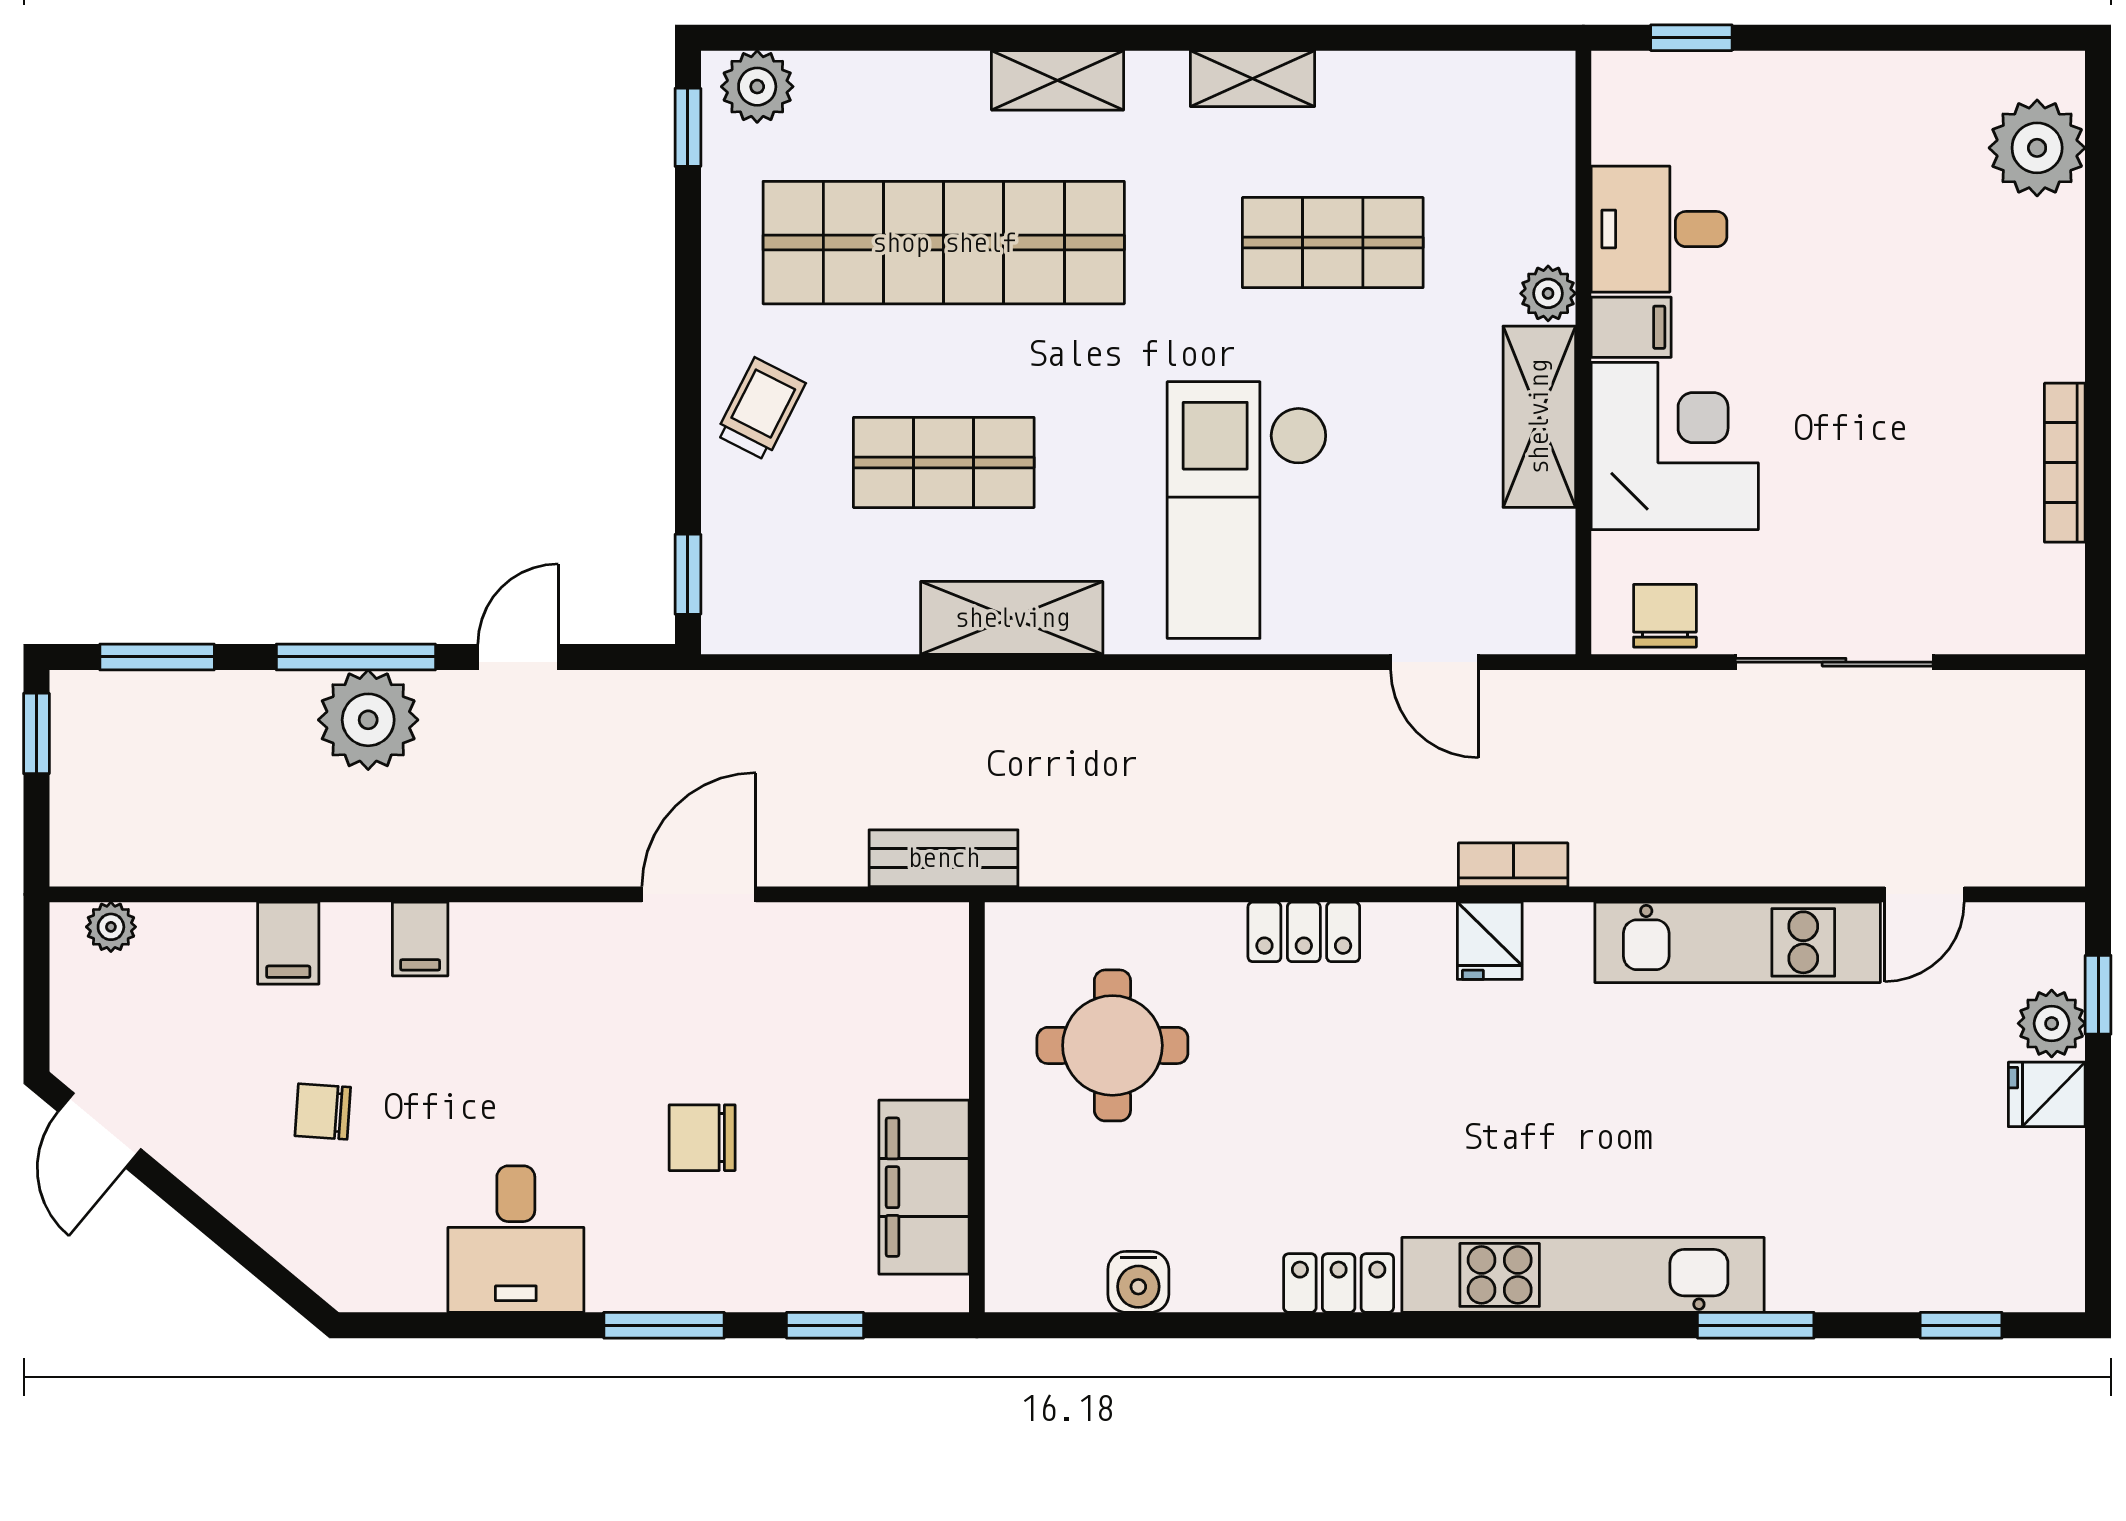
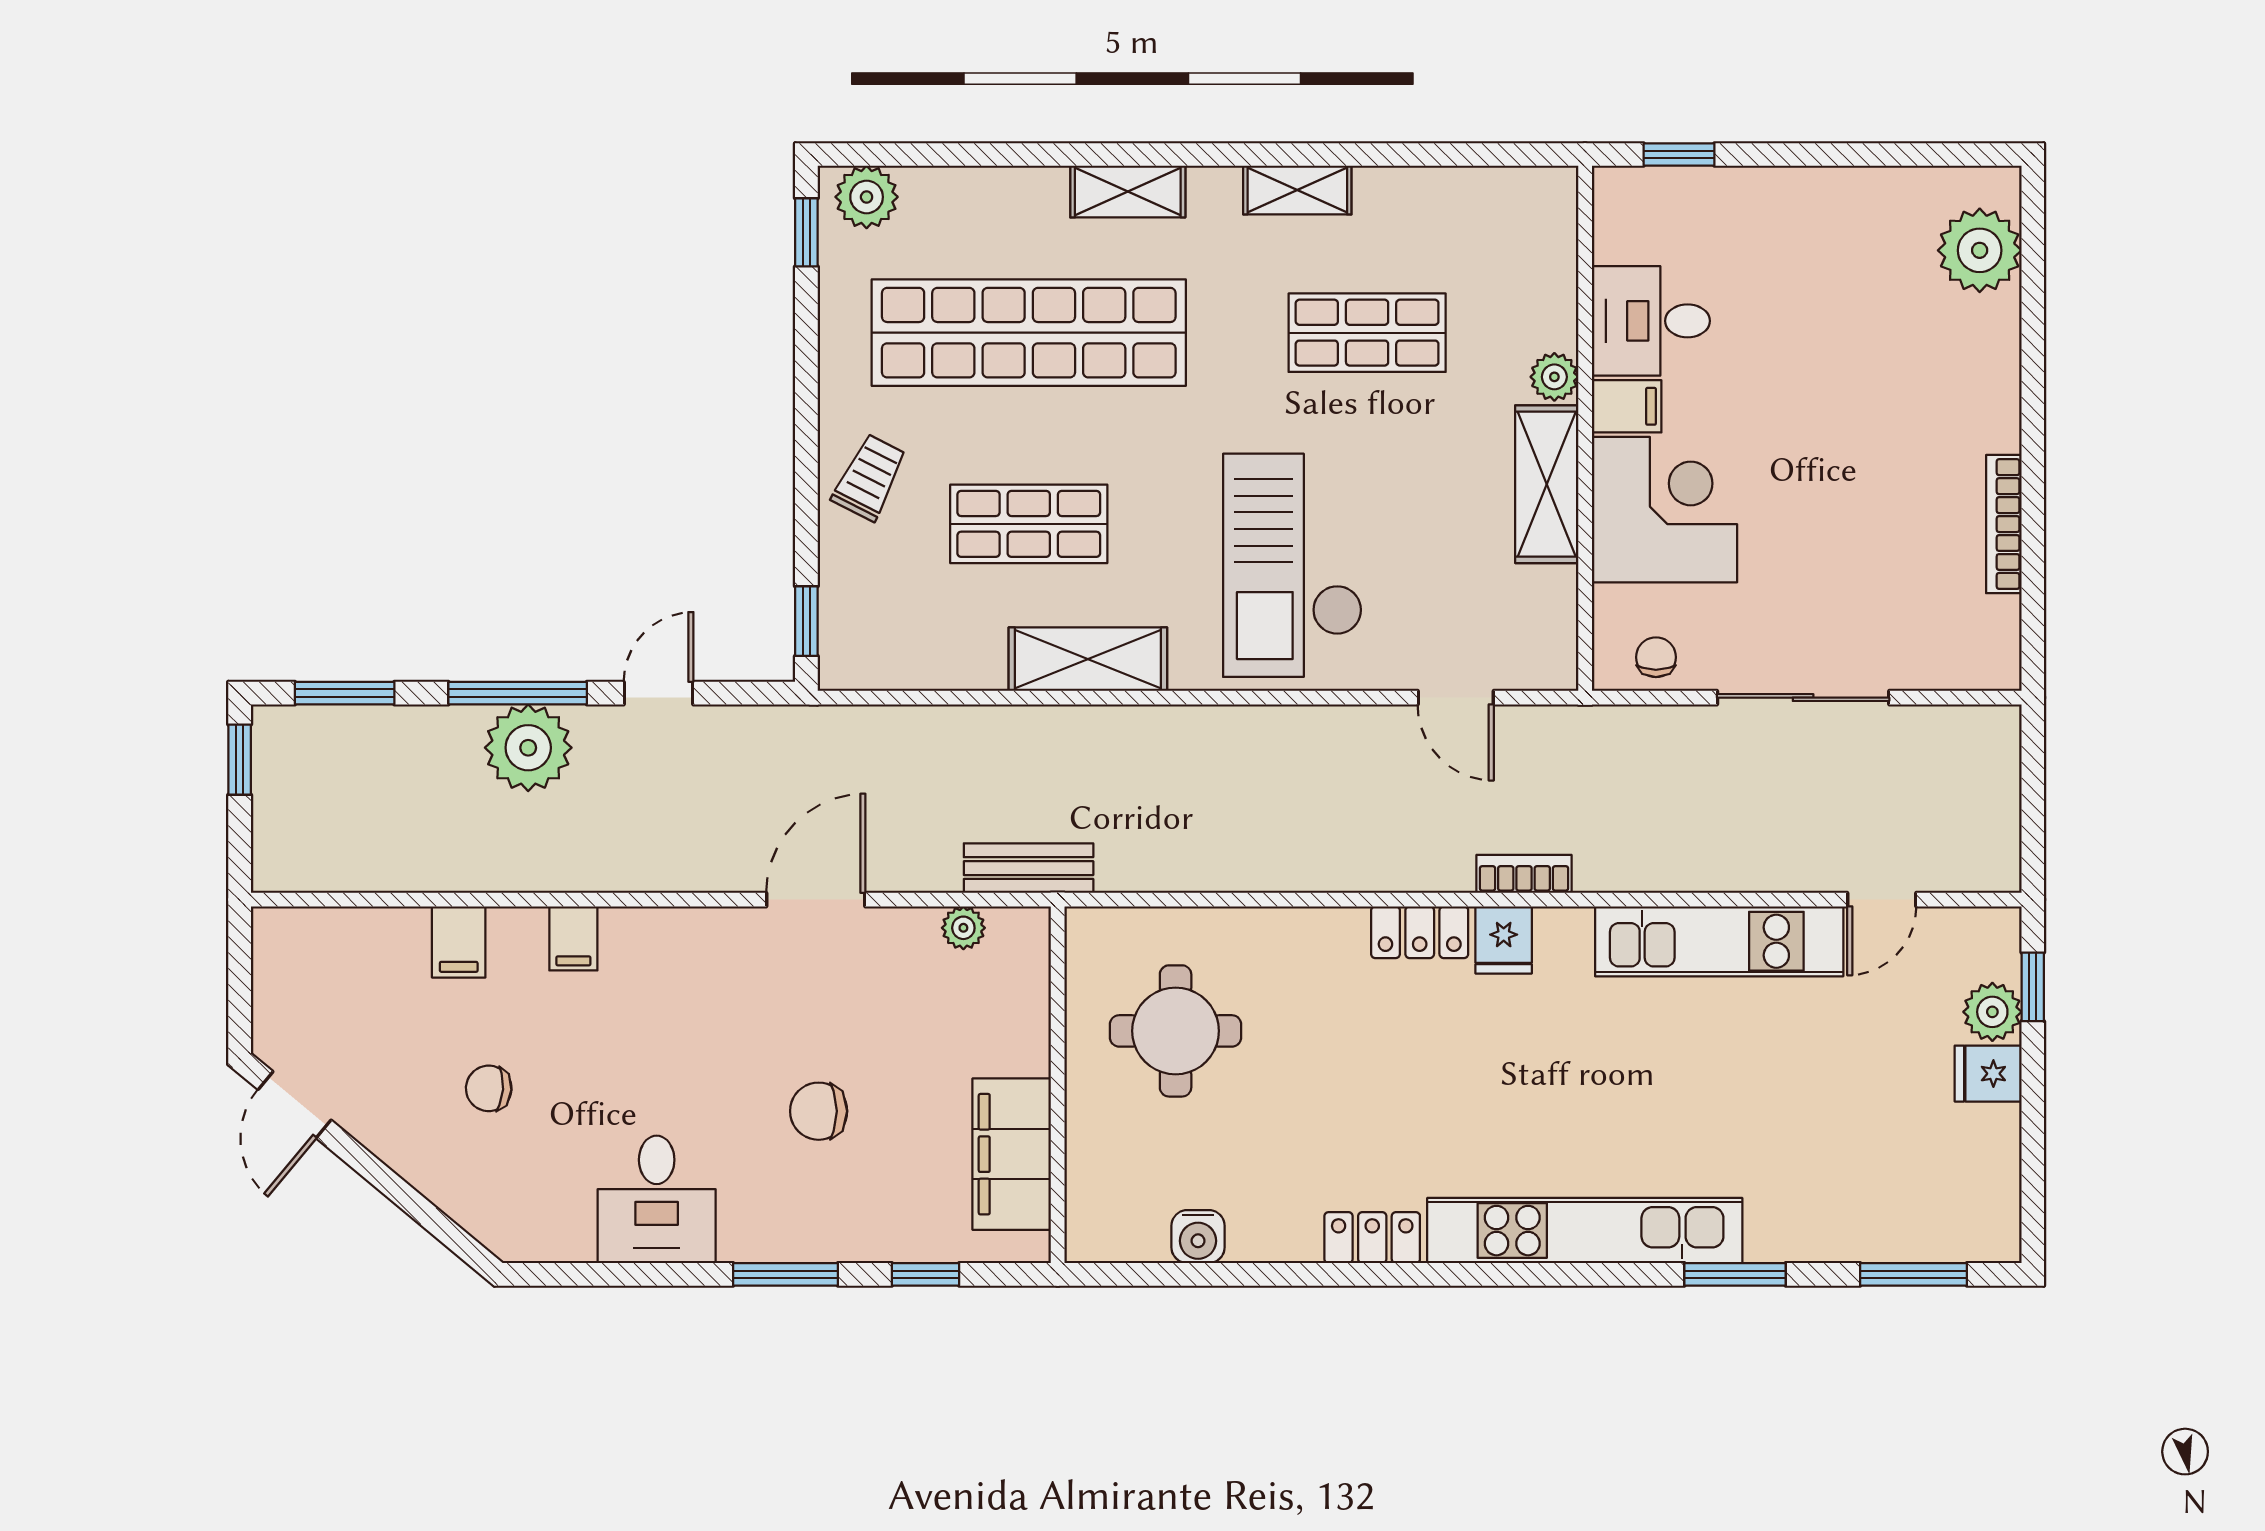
chair: (1665, 616) -> (1656, 657), width x0.73, depth x0.73
plant: (111, 927) -> (963, 928), moved
locker: (1304, 932) -> (1420, 932), moved
window: (1961, 1325) -> (1914, 1274), width x1.50

